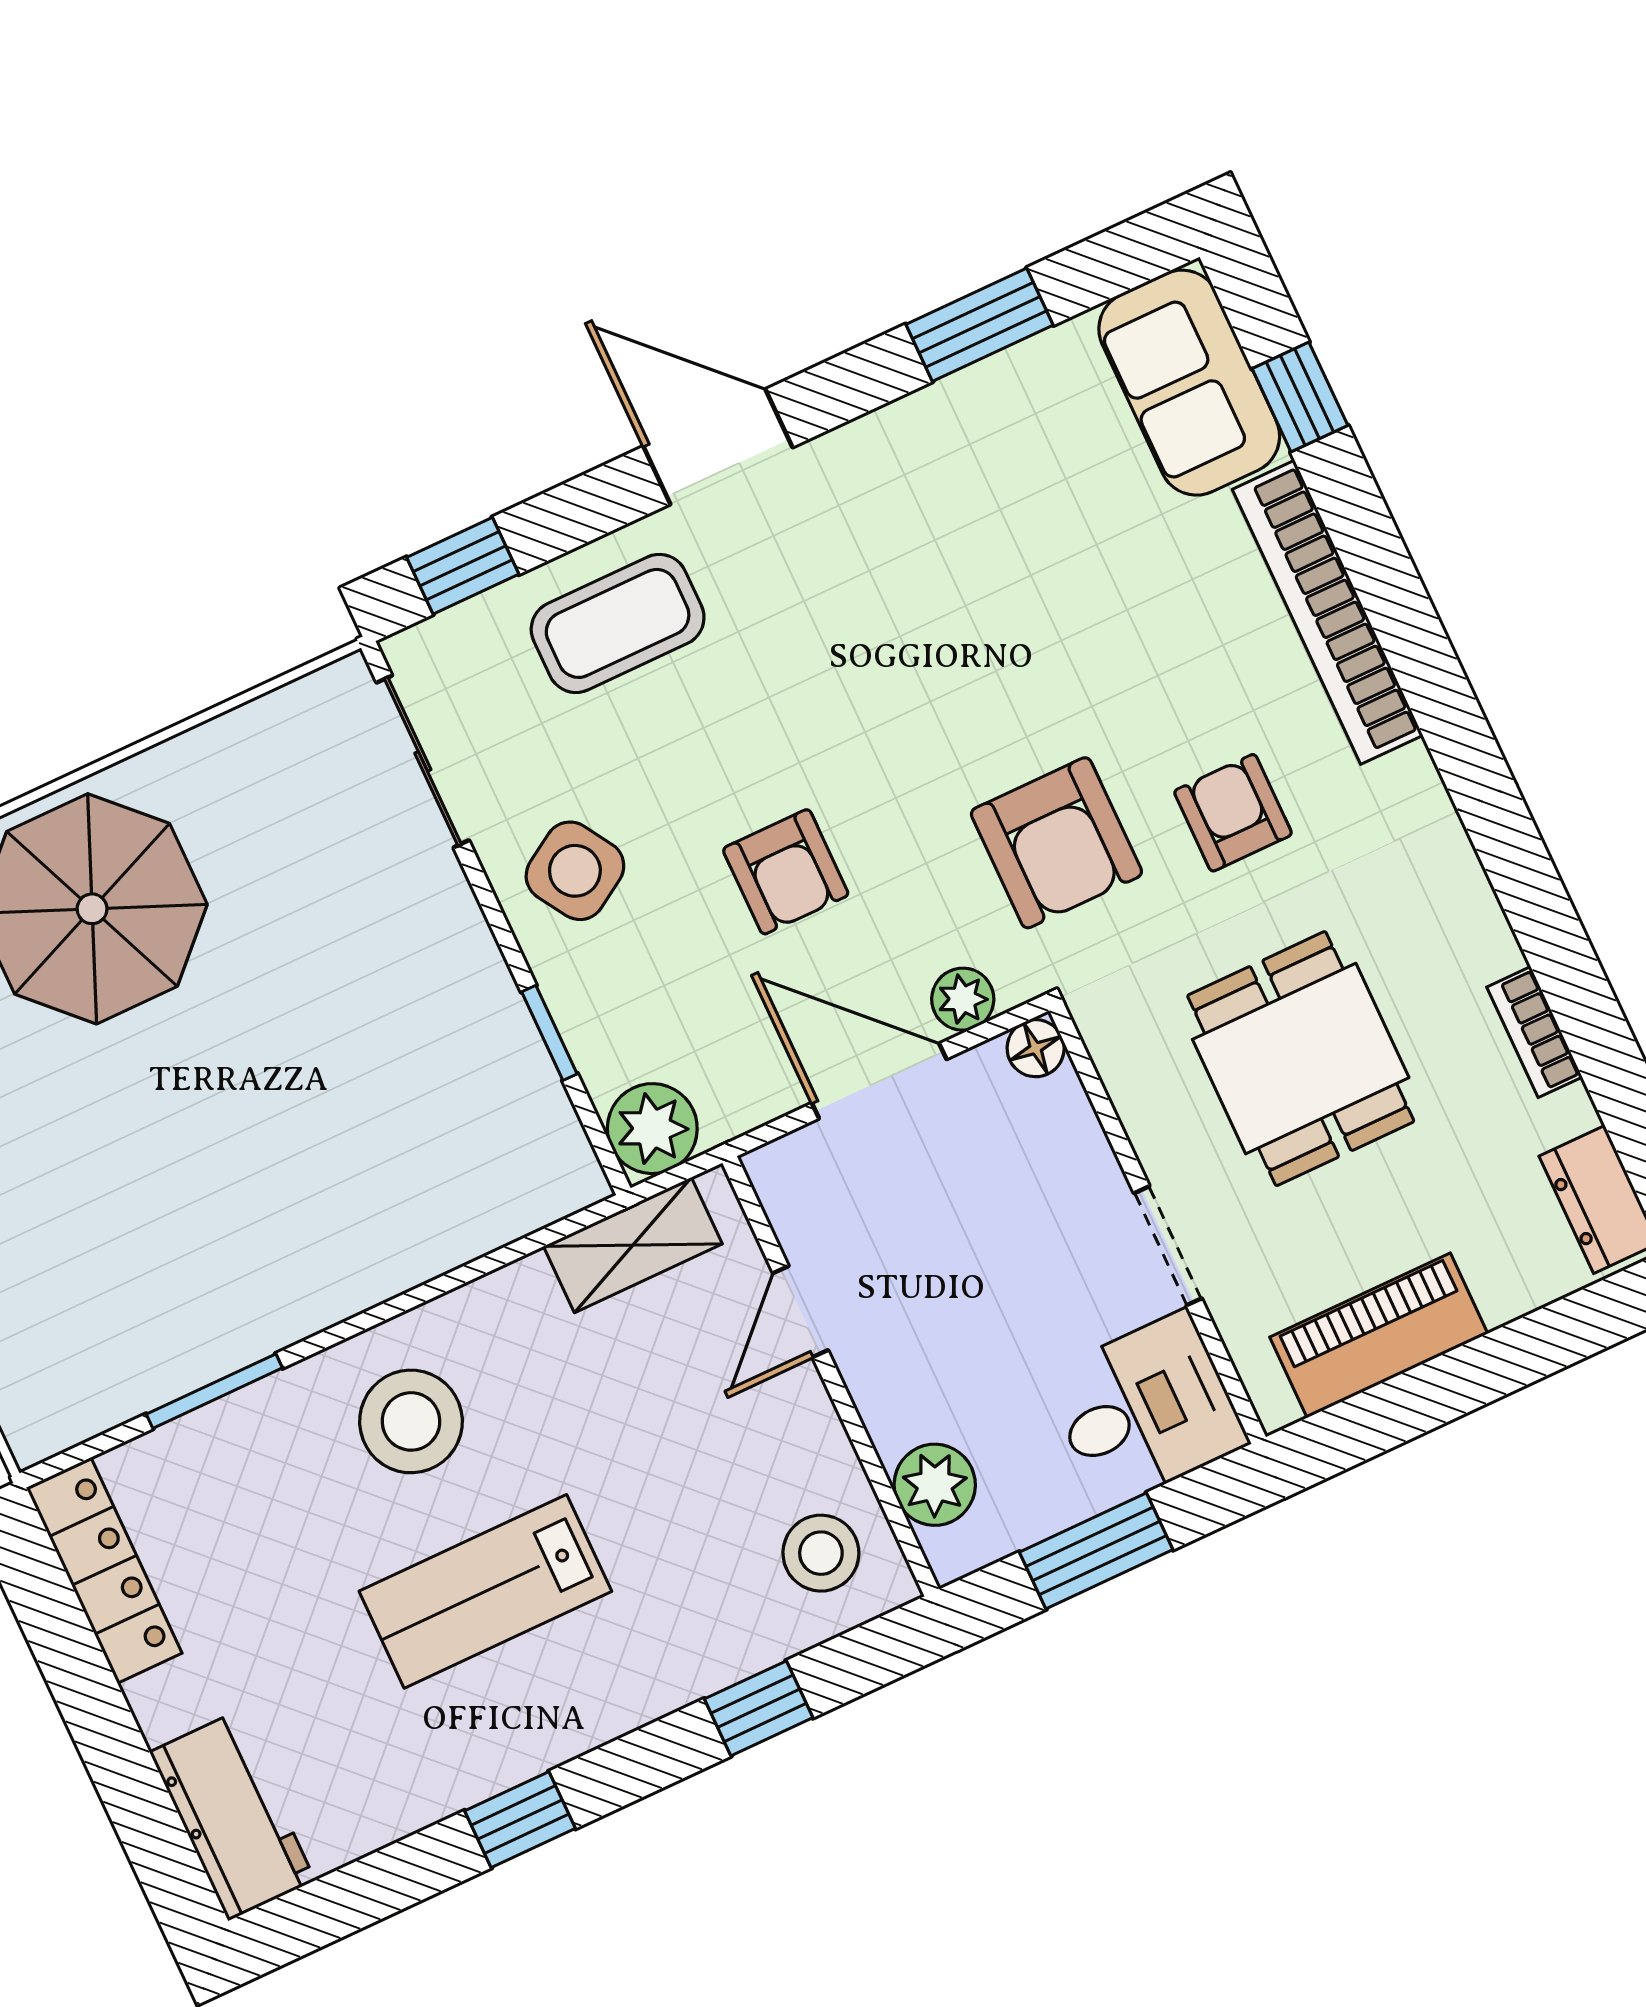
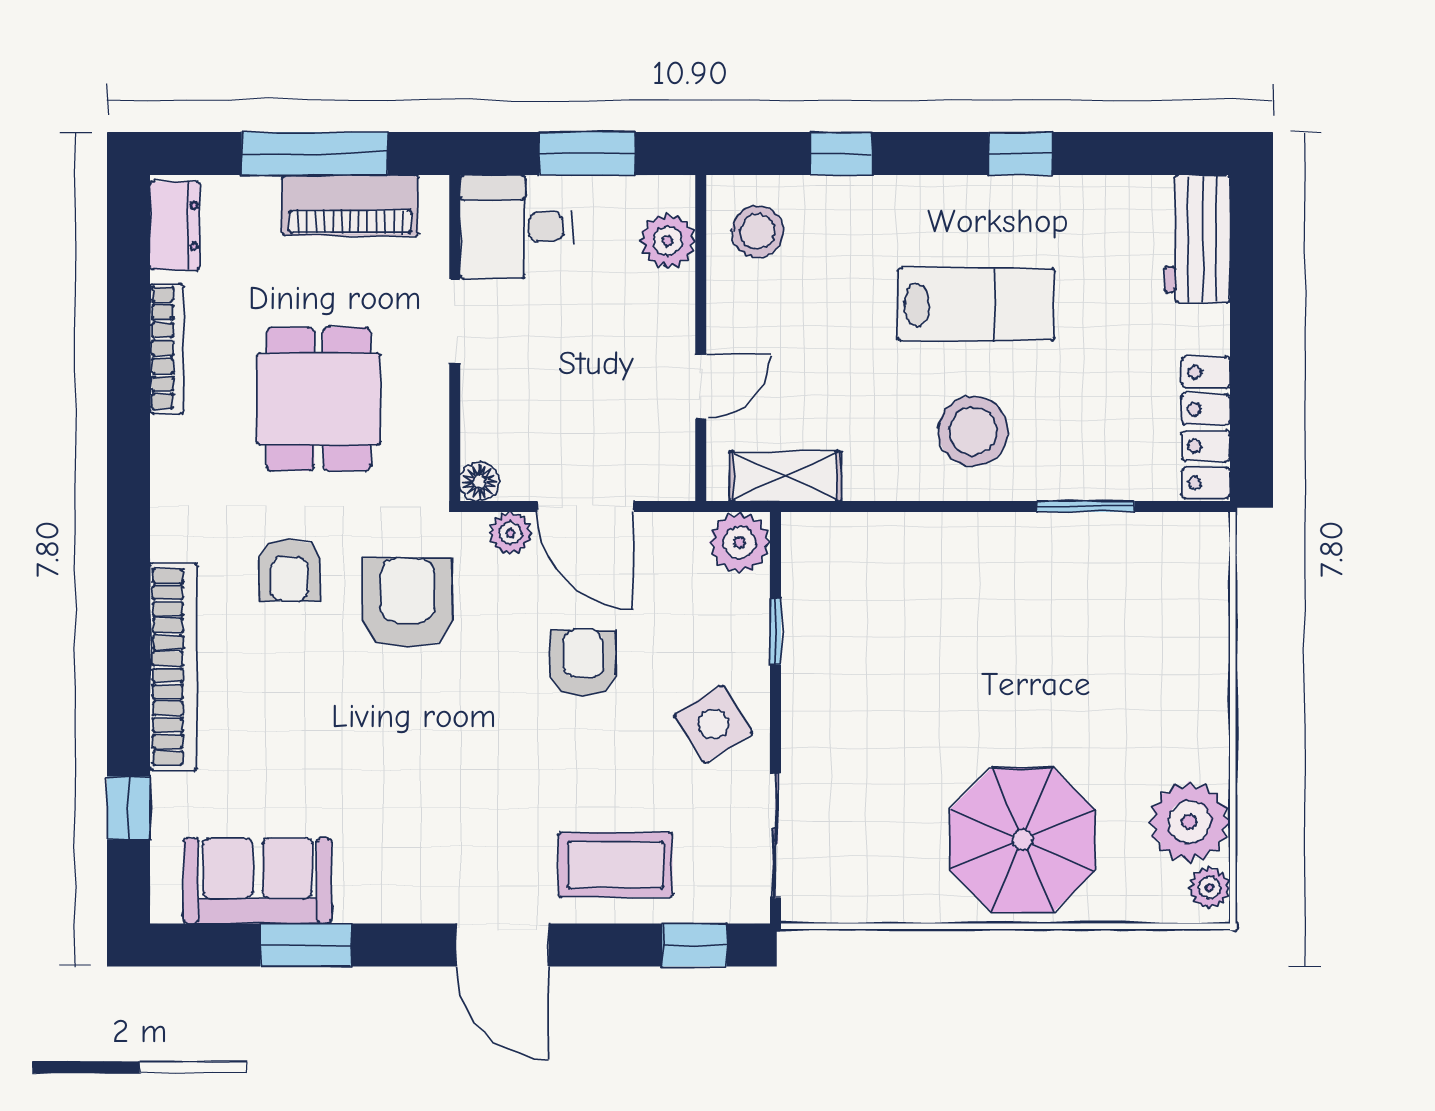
sofa: (1189, 383) -> (258, 881), moved, turned -90
bookcase: (1534, 1032) -> (167, 348), width x1.56
window: (1458, 1382) -> (315, 154), added

